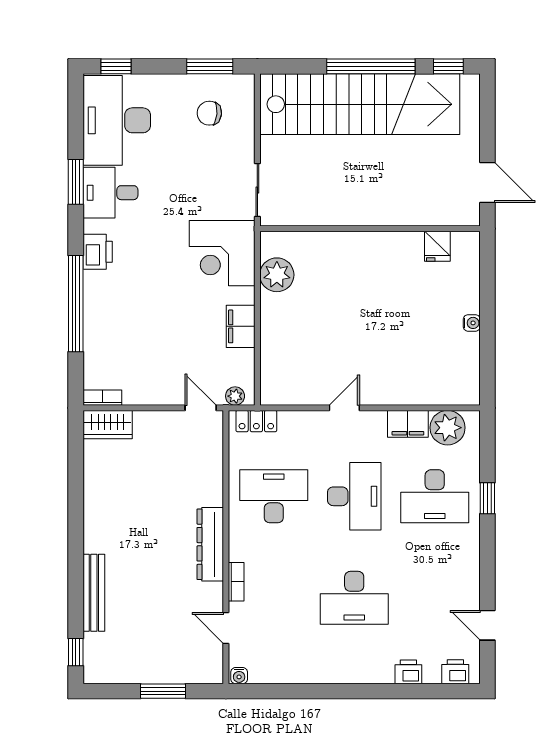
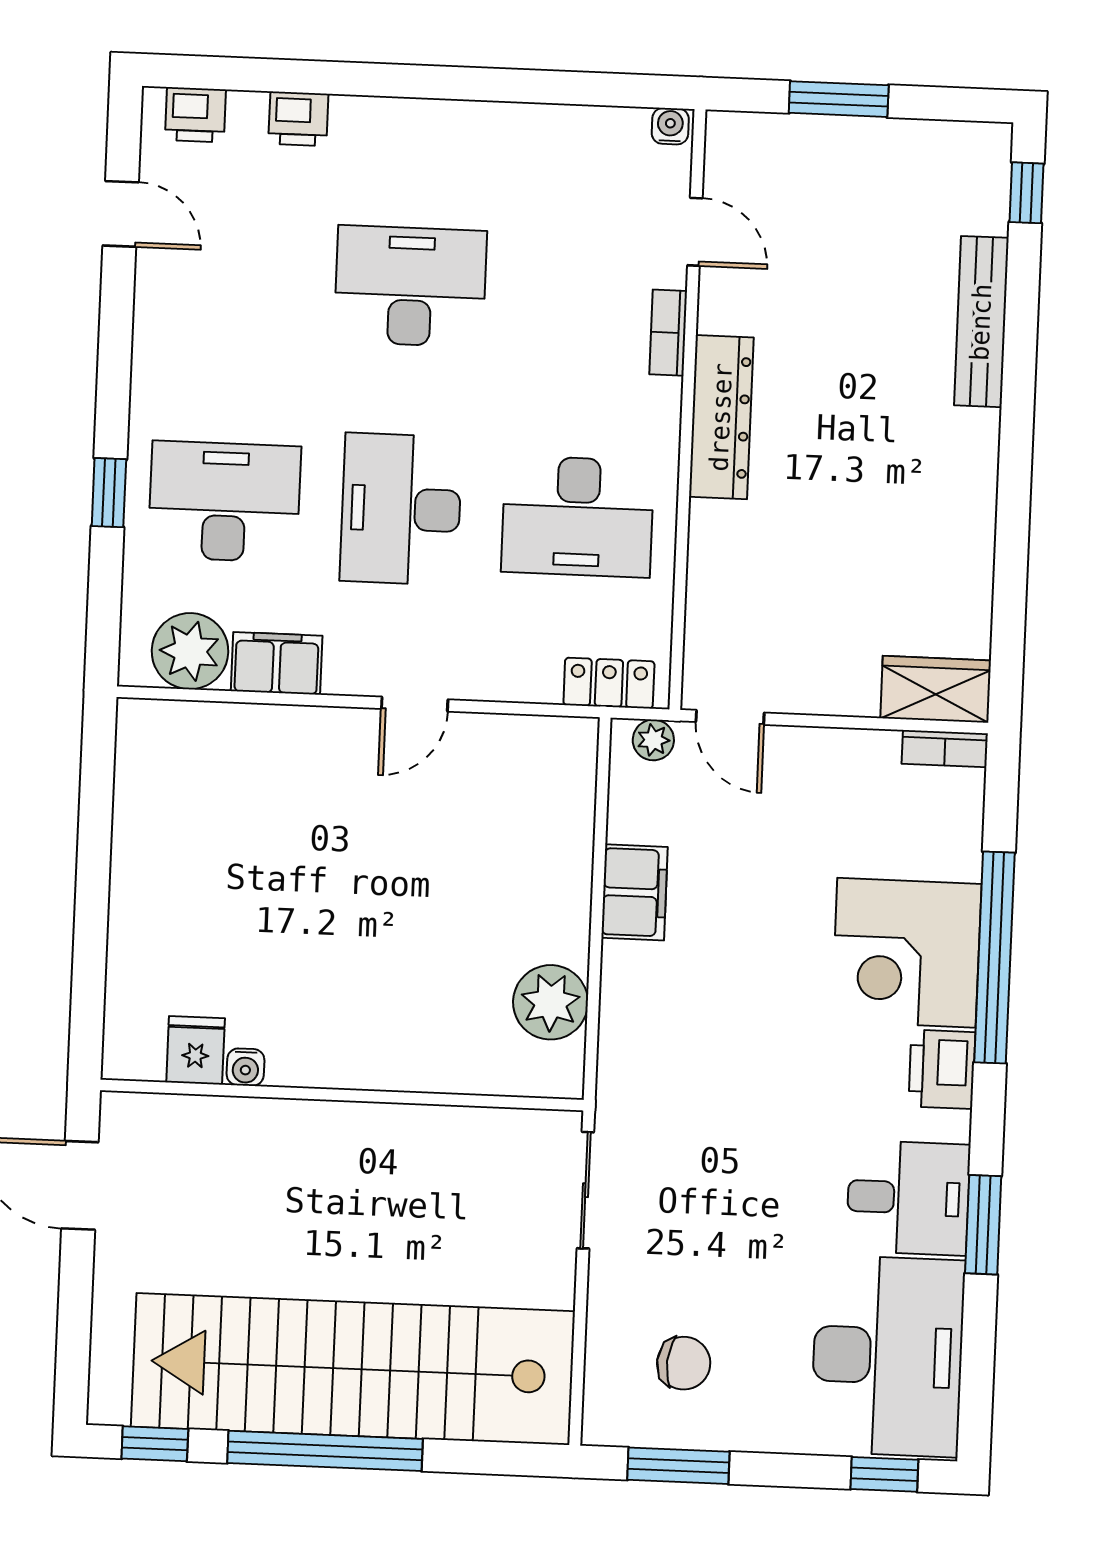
corner desk: (222, 253) -> (906, 953), moved, turned 180
water cooler: (472, 323) -> (245, 1067), moved, turned -90

